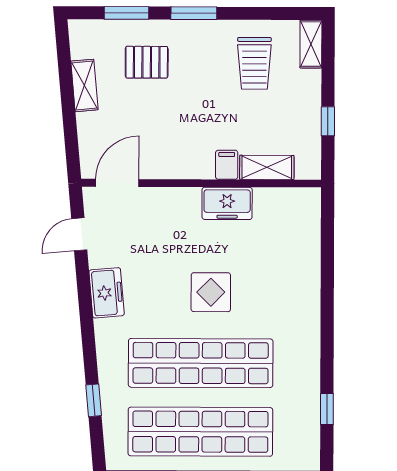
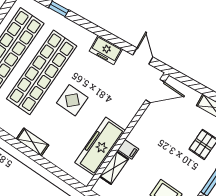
door: (117, 183) -> (155, 91), hinge flipped
freezer: (227, 203) -> (100, 146), width x1.91, depth x1.26
shelving: (309, 309) -> (32, 142), added

